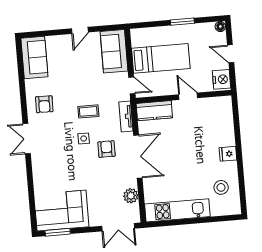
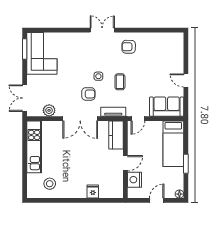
sofa: (34, 57) -> (167, 42), removed
bed: (161, 58) -> (173, 144), moved
nightstand: (221, 79) -> (134, 180), moved, turned 90
fridge: (228, 154) -> (93, 192), moved

